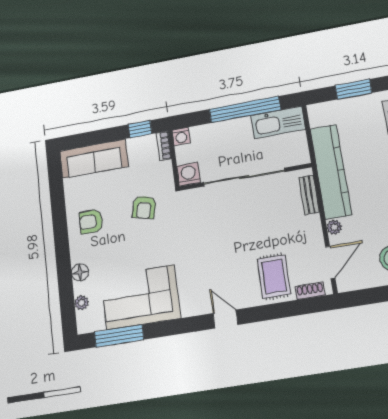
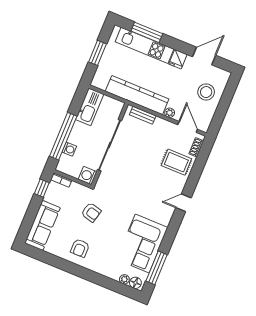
window: (245, 110) -> (63, 136), moved
washing machine: (181, 136) -> (69, 149), moved
floor lamp: (80, 272) -> (135, 283), moved

